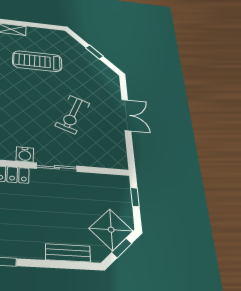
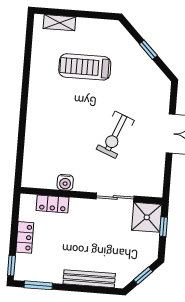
sliding door: (57, 167) -> (115, 197), moved
shower: (111, 230) -> (147, 217), moved, turned 45
bench: (68, 253) -> (89, 279), width x1.36

